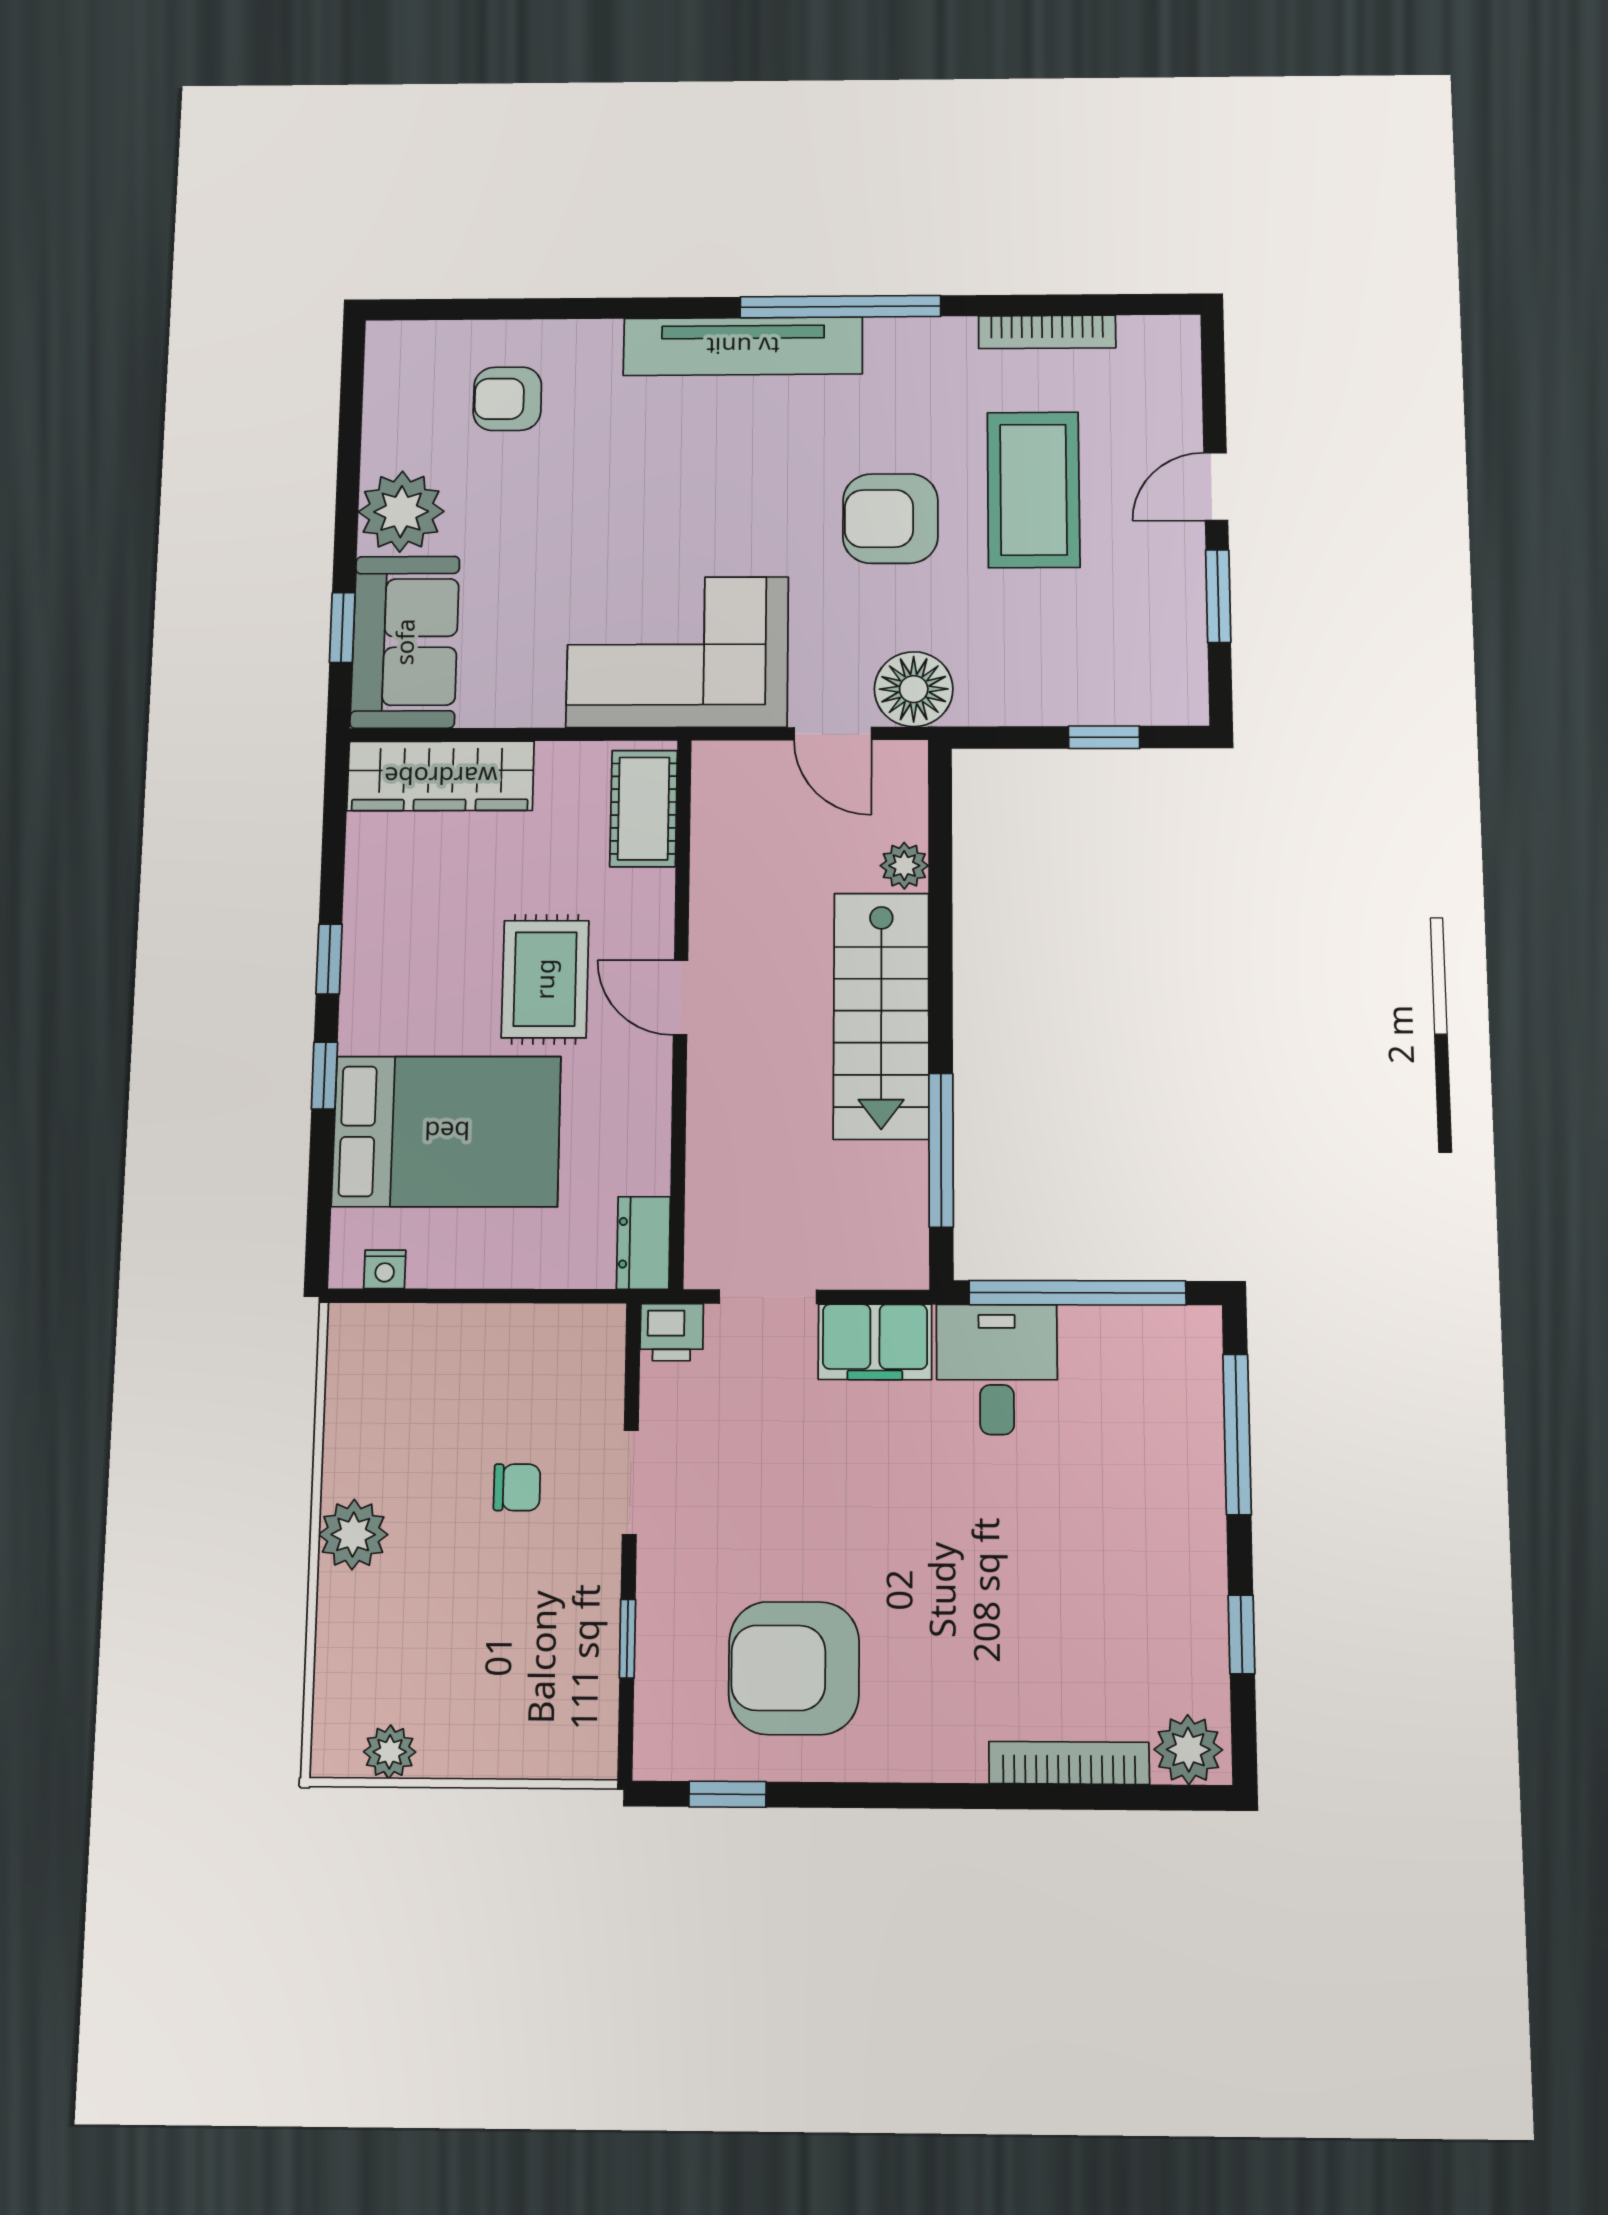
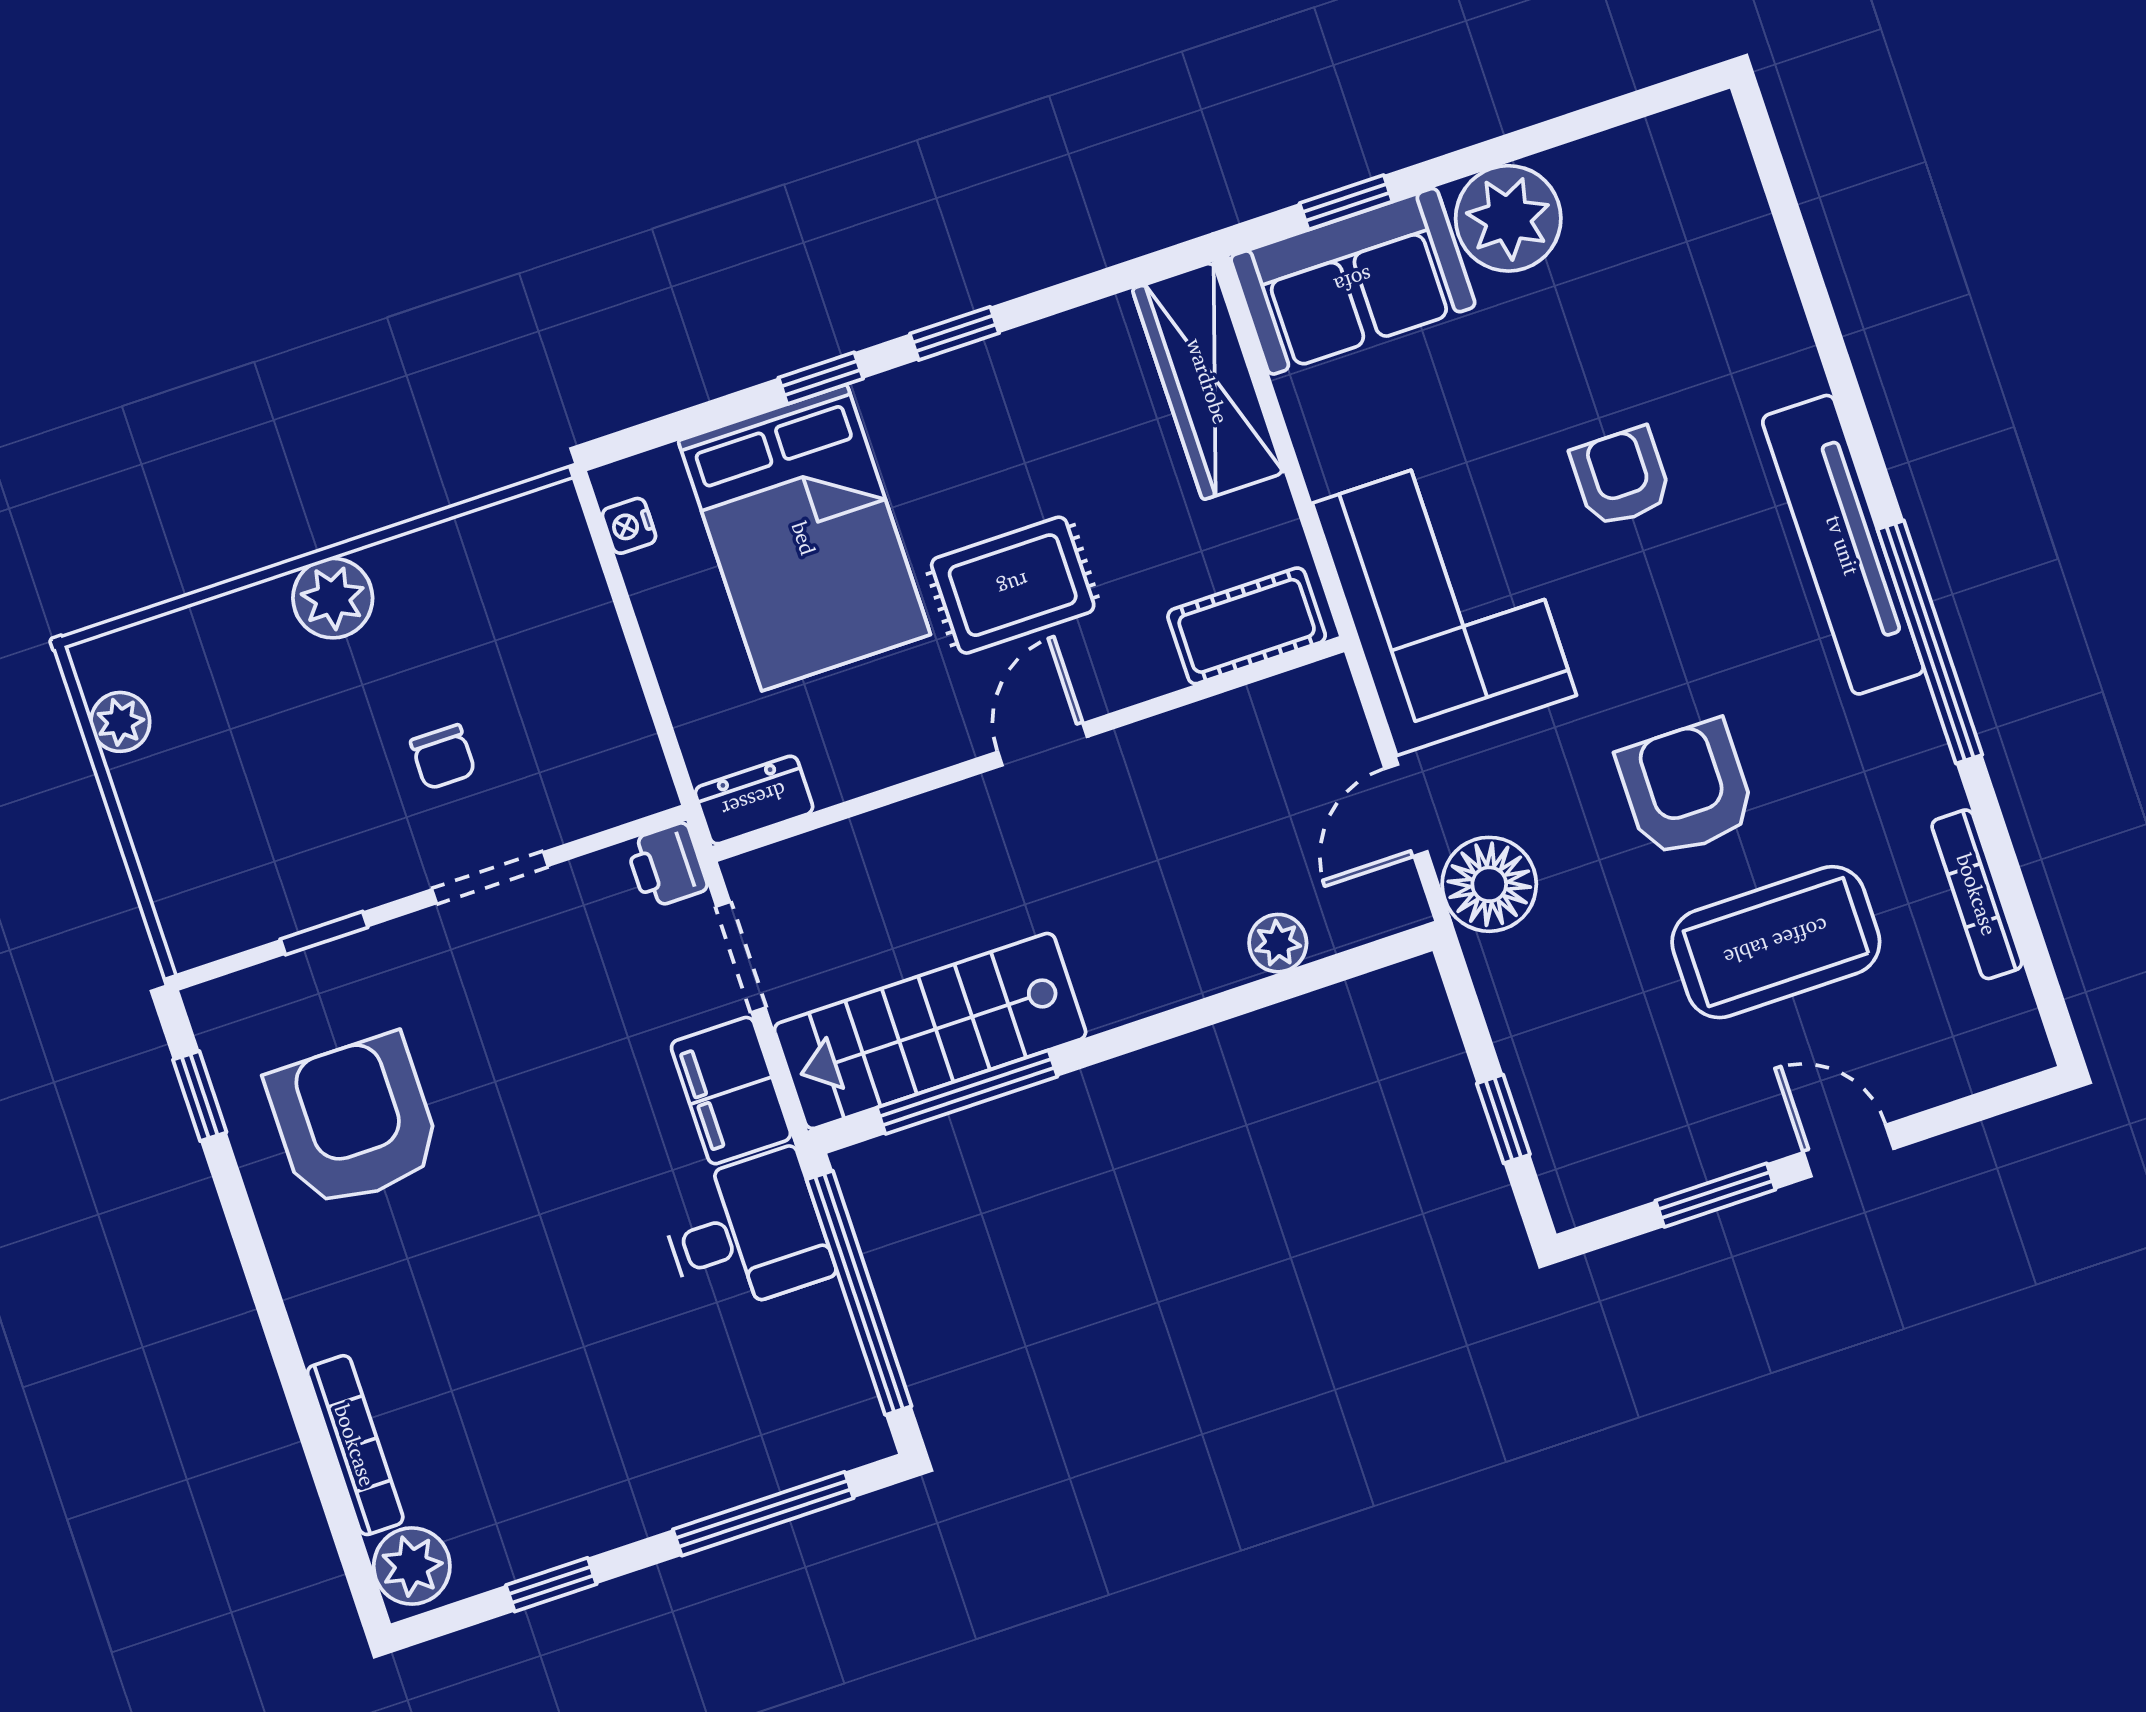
armchair: (507, 399) -> (1621, 477), moved
stairs: (881, 1016) -> (930, 1031), moved

